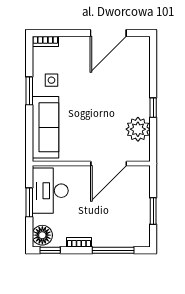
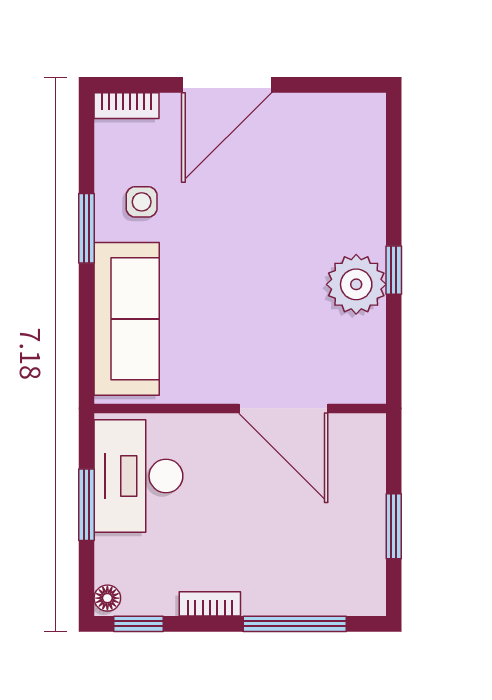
door: (108, 33) -> (227, 85), moved
plant: (138, 129) -> (356, 284), moved
door: (109, 163) -> (283, 408), hinge flipped
floor lamp: (42, 235) -> (107, 598), width x0.53, depth x0.53

